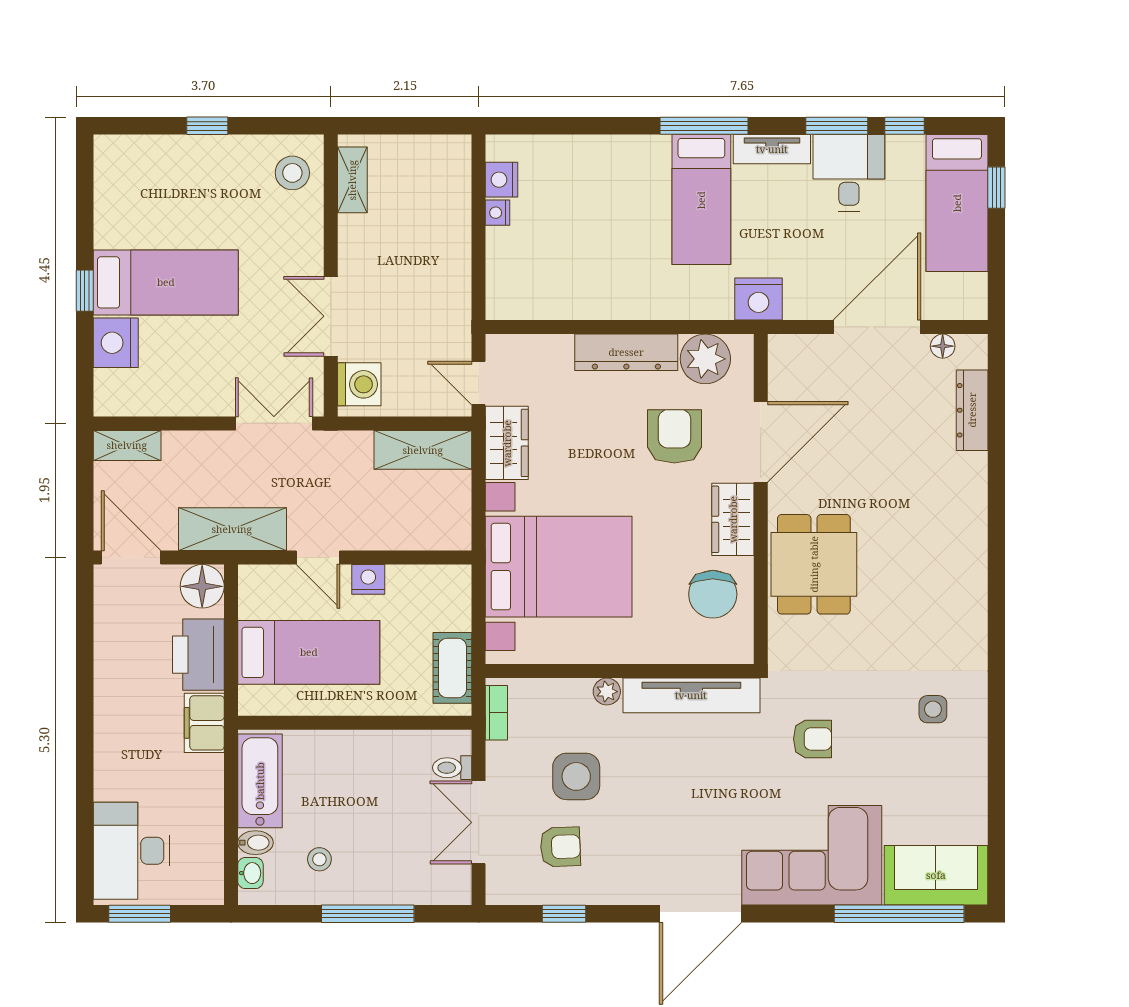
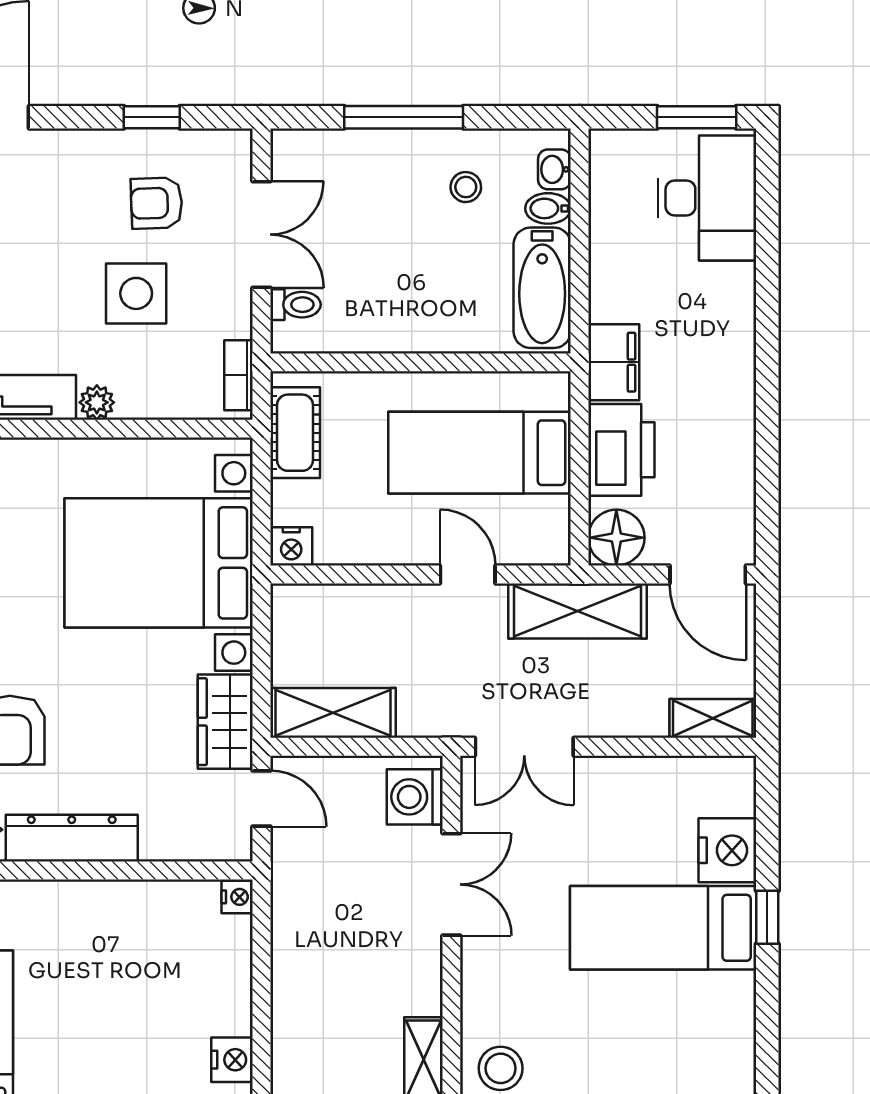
nightstand: (498, 213) -> (237, 897), moved
nightstand: (368, 579) -> (291, 546), moved

